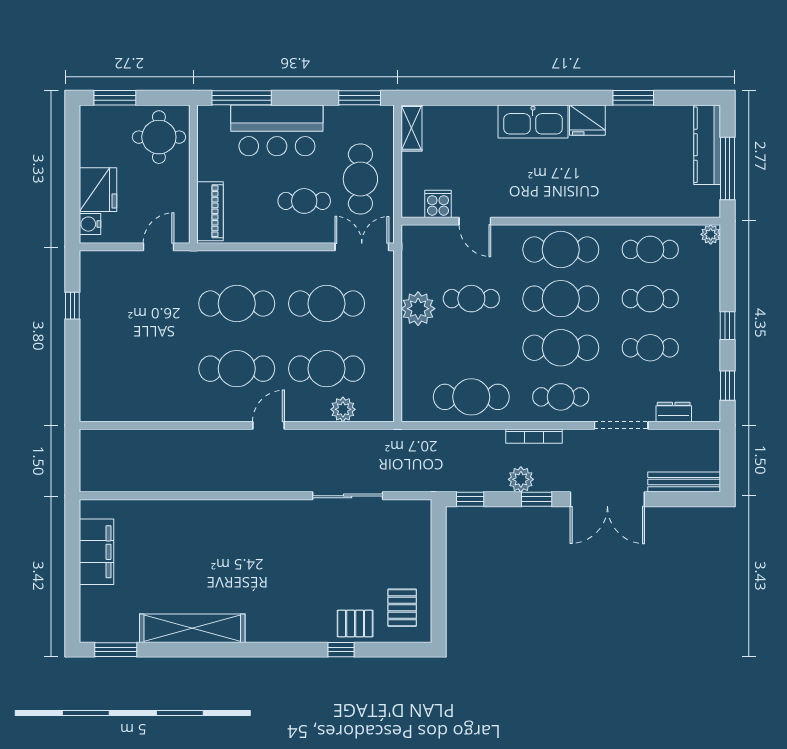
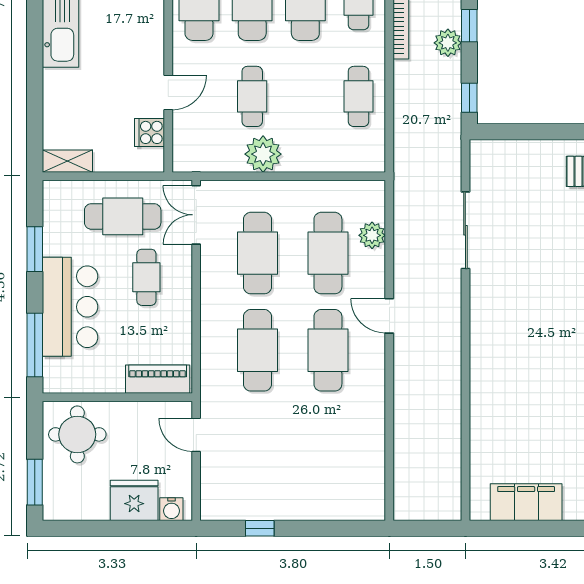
window: (360, 98) -> (35, 249), moved
cafe table: (471, 397) -> (359, 96), width x0.73, depth x0.74

